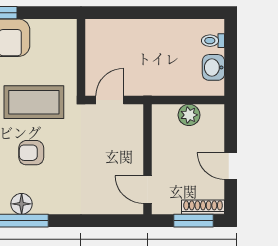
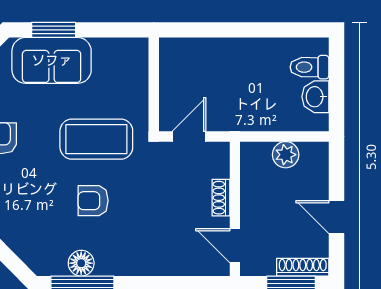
toilet: (213, 41) -> (309, 67), width x1.37, depth x1.39
shoe rack: (136, 150) -> (221, 198), added

